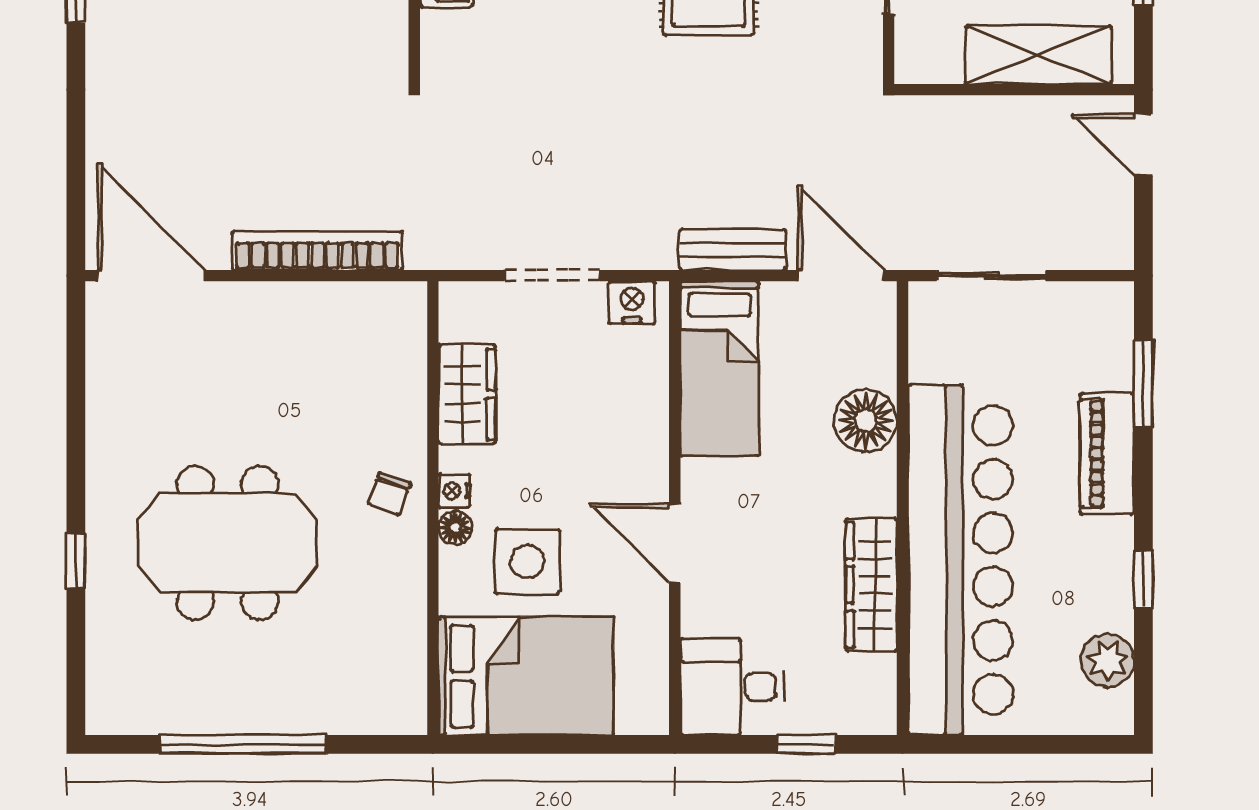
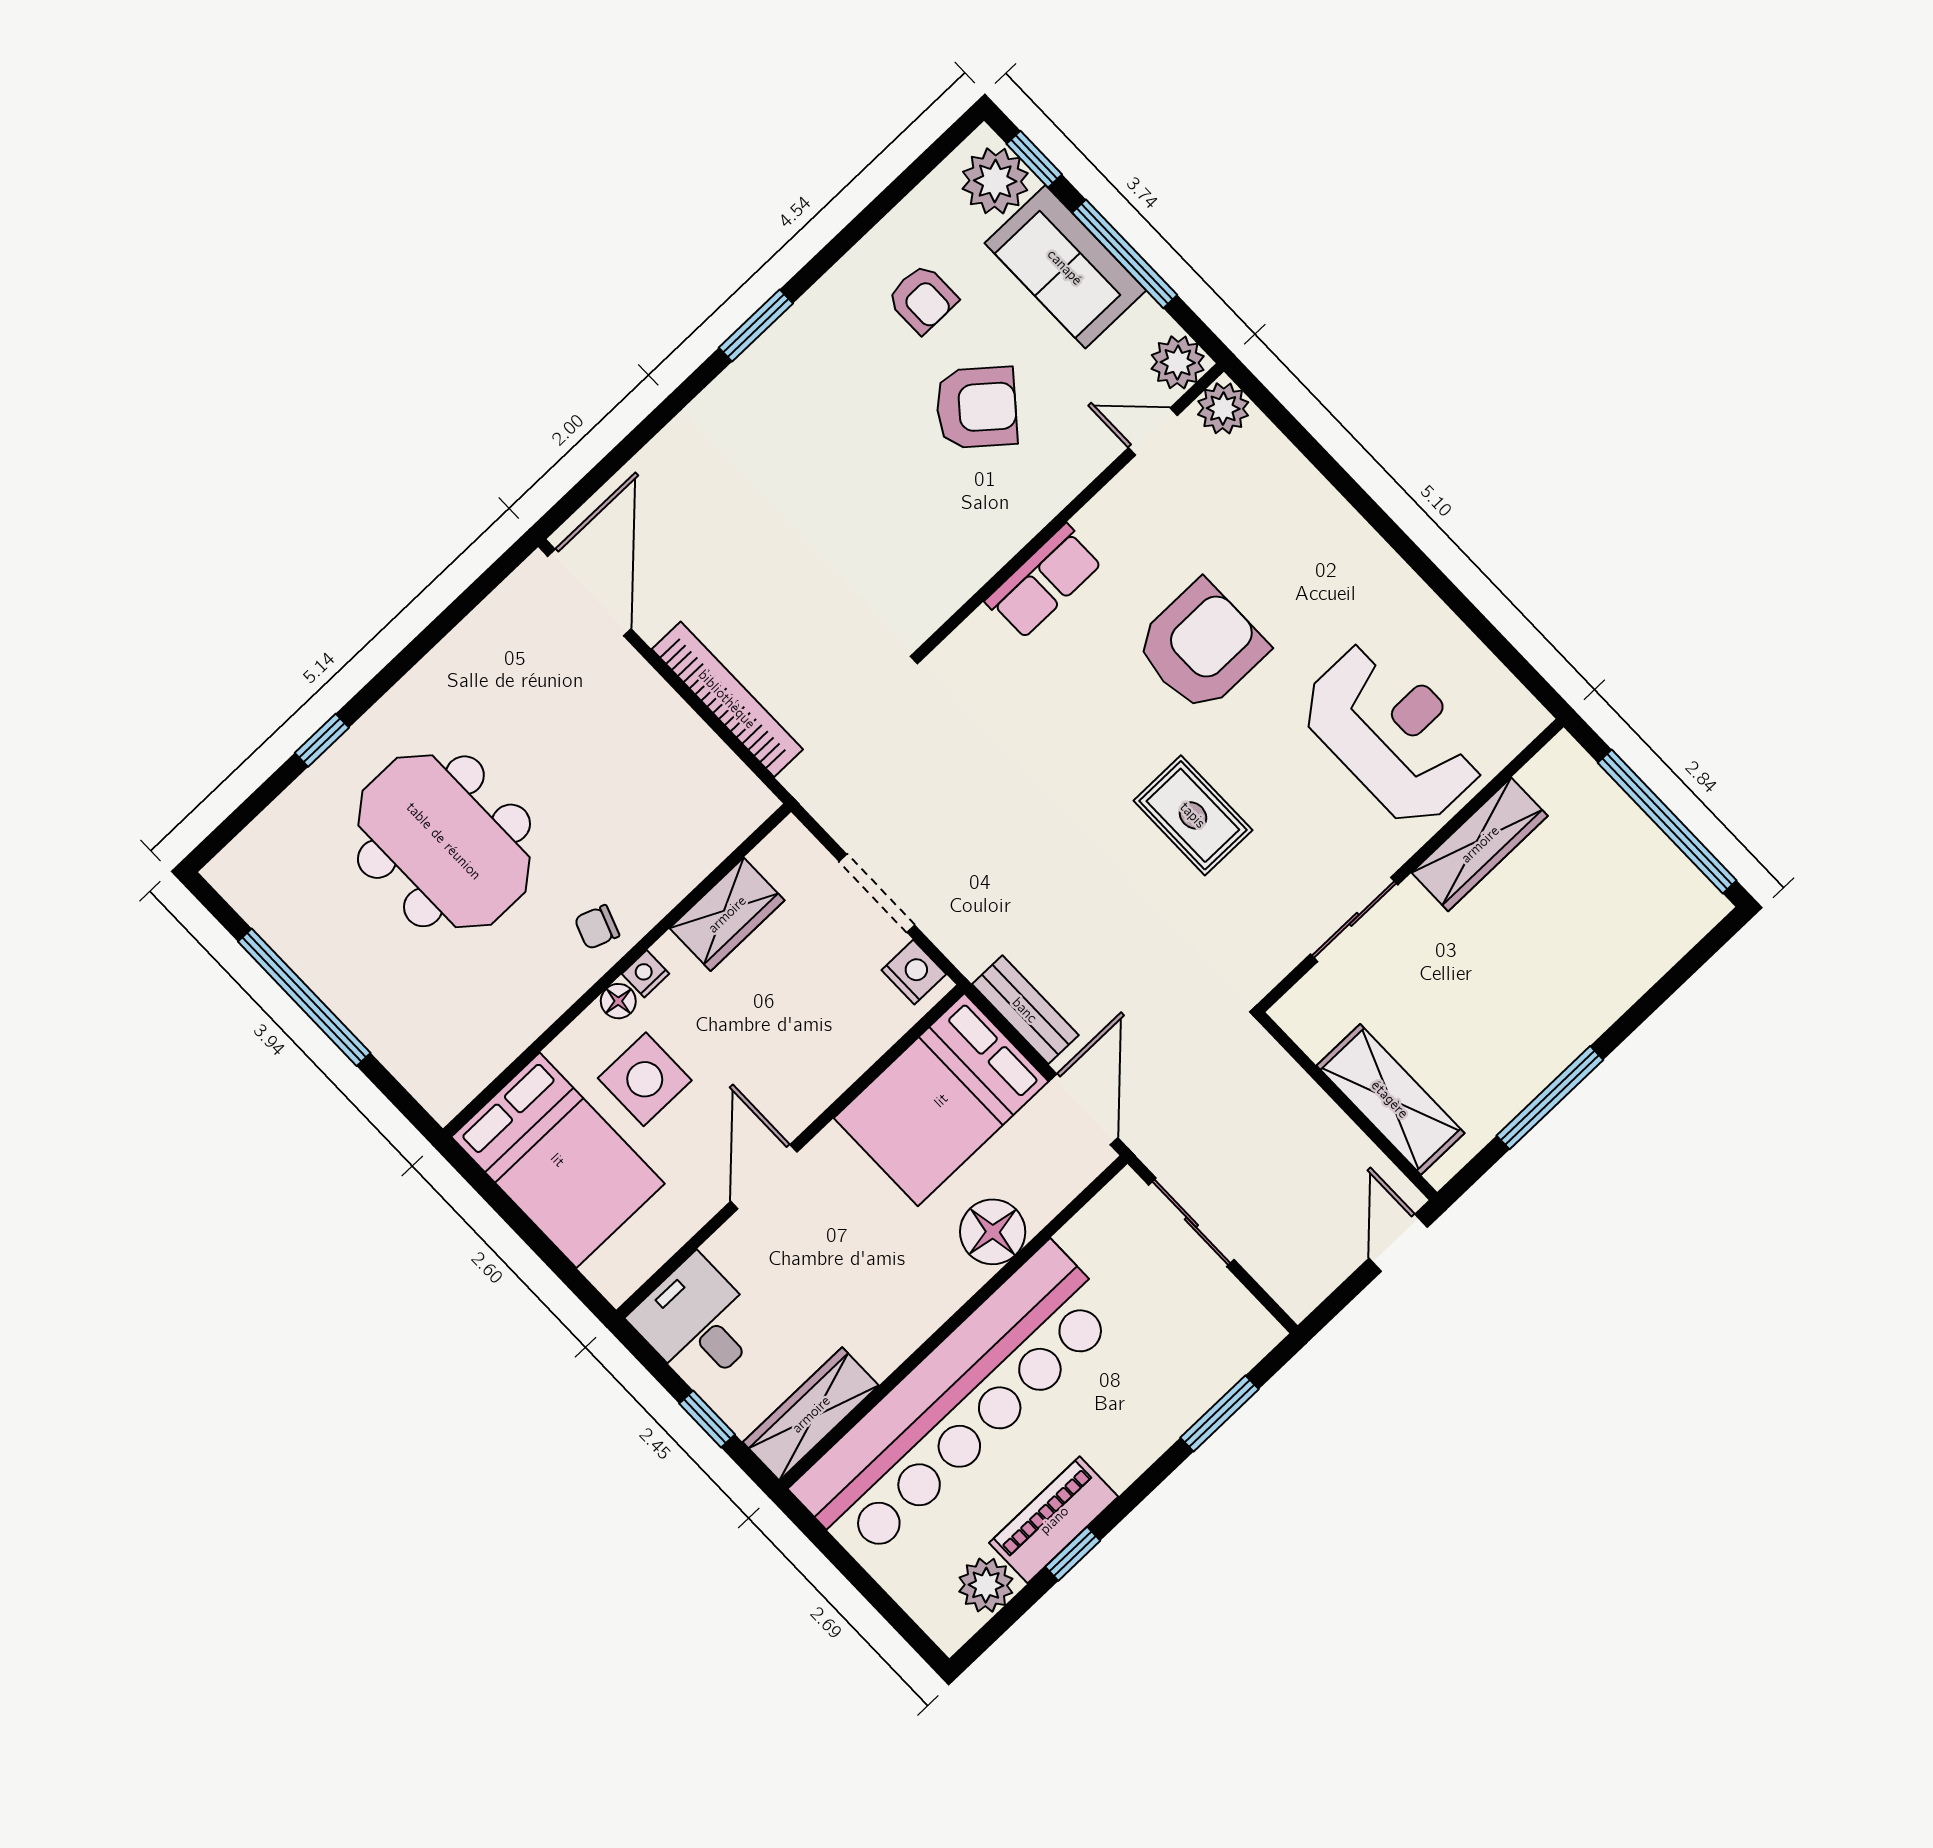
bed: (720, 368) -> (941, 1100), width x1.50
piano: (1107, 454) -> (1054, 1520), moved
wardrobe: (871, 585) -> (811, 1414), moved

